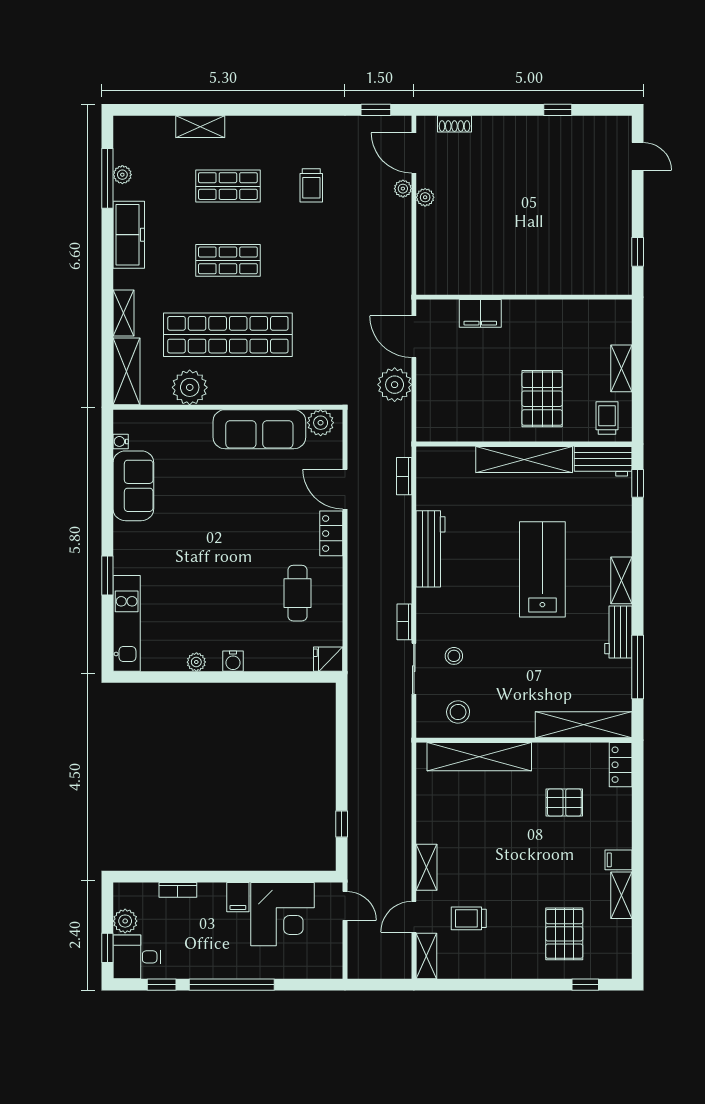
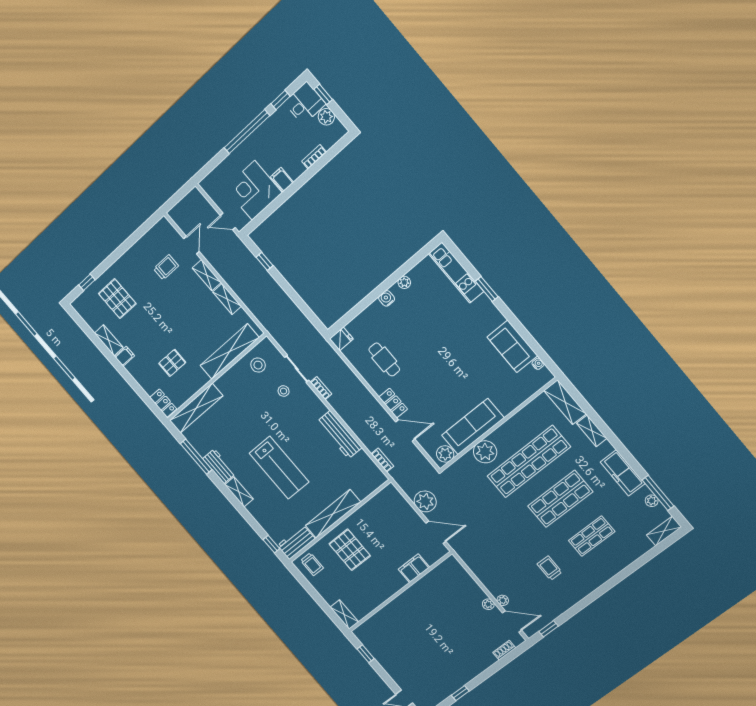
shelving: (200, 127) -> (664, 531), moved
shop shelf: (228, 260) -> (560, 499), width x1.43, depth x1.36
shelving: (621, 368) -> (344, 615), moved
plant: (190, 387) -> (485, 452), moved
shelving: (426, 956) -> (227, 299), moved

